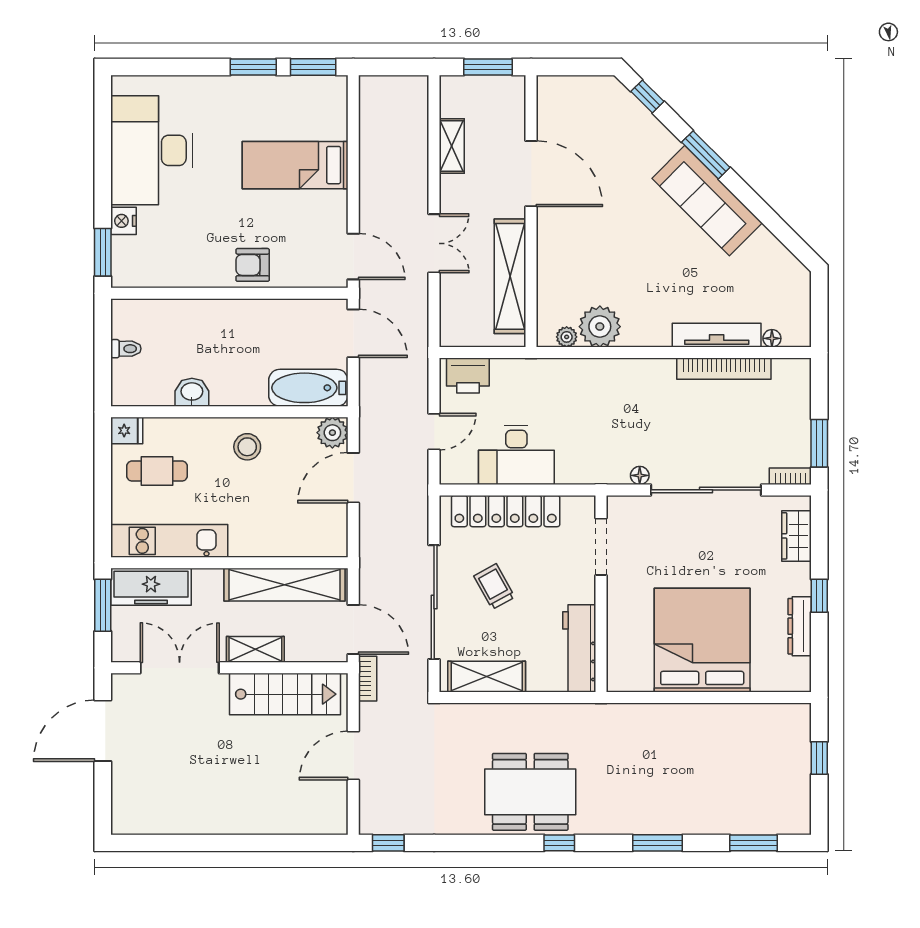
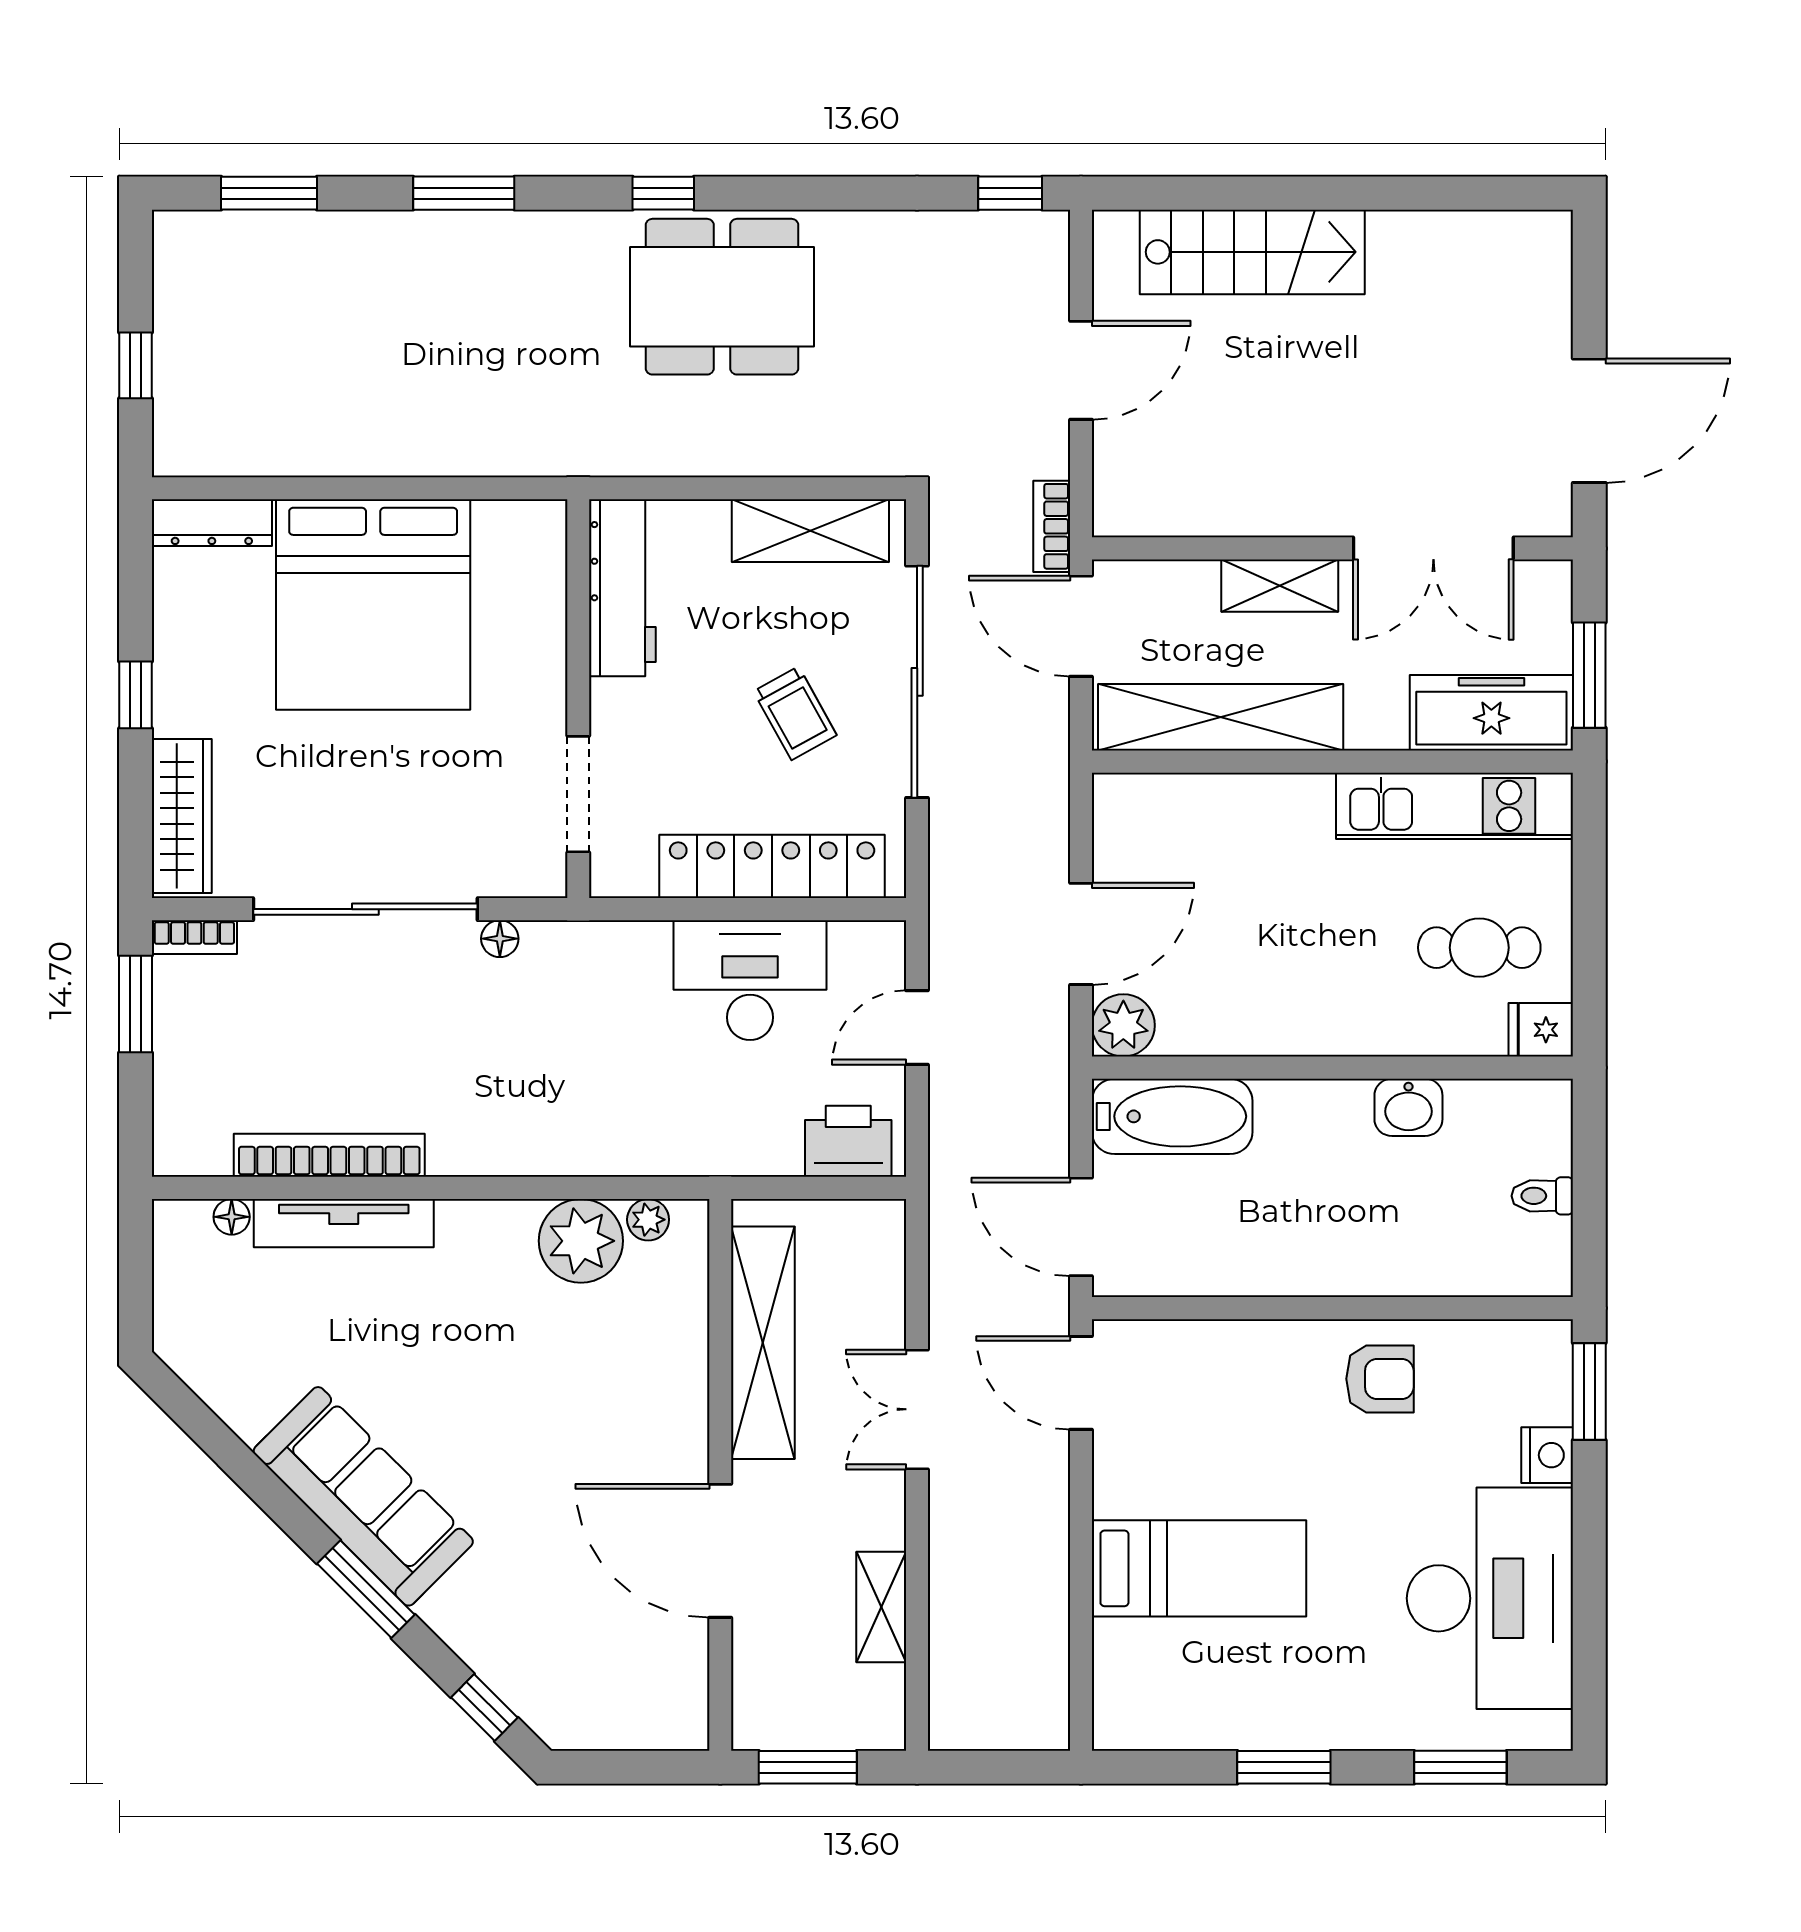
window: (313, 67) -> (1460, 1767), moved
armchair: (253, 265) -> (1380, 1379), moved
stool: (247, 447) -> (1296, 997), removed
wardrobe: (797, 536) -> (182, 816), width x1.50
dresser: (800, 626) -> (212, 523), moved, turned 90
stairs: (285, 694) -> (1252, 252), moved, turned 180

